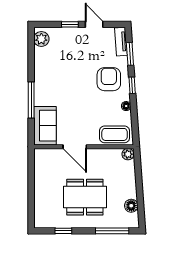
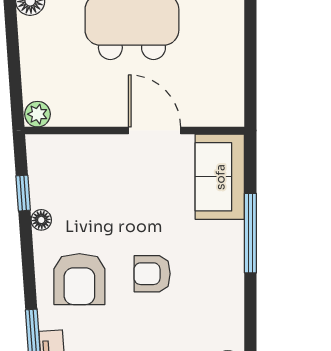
armchair: (76, 82) -> (152, 274), added
window: (132, 85) -> (23, 193), moved
coffee table: (115, 134) -> (67, 158), removed

